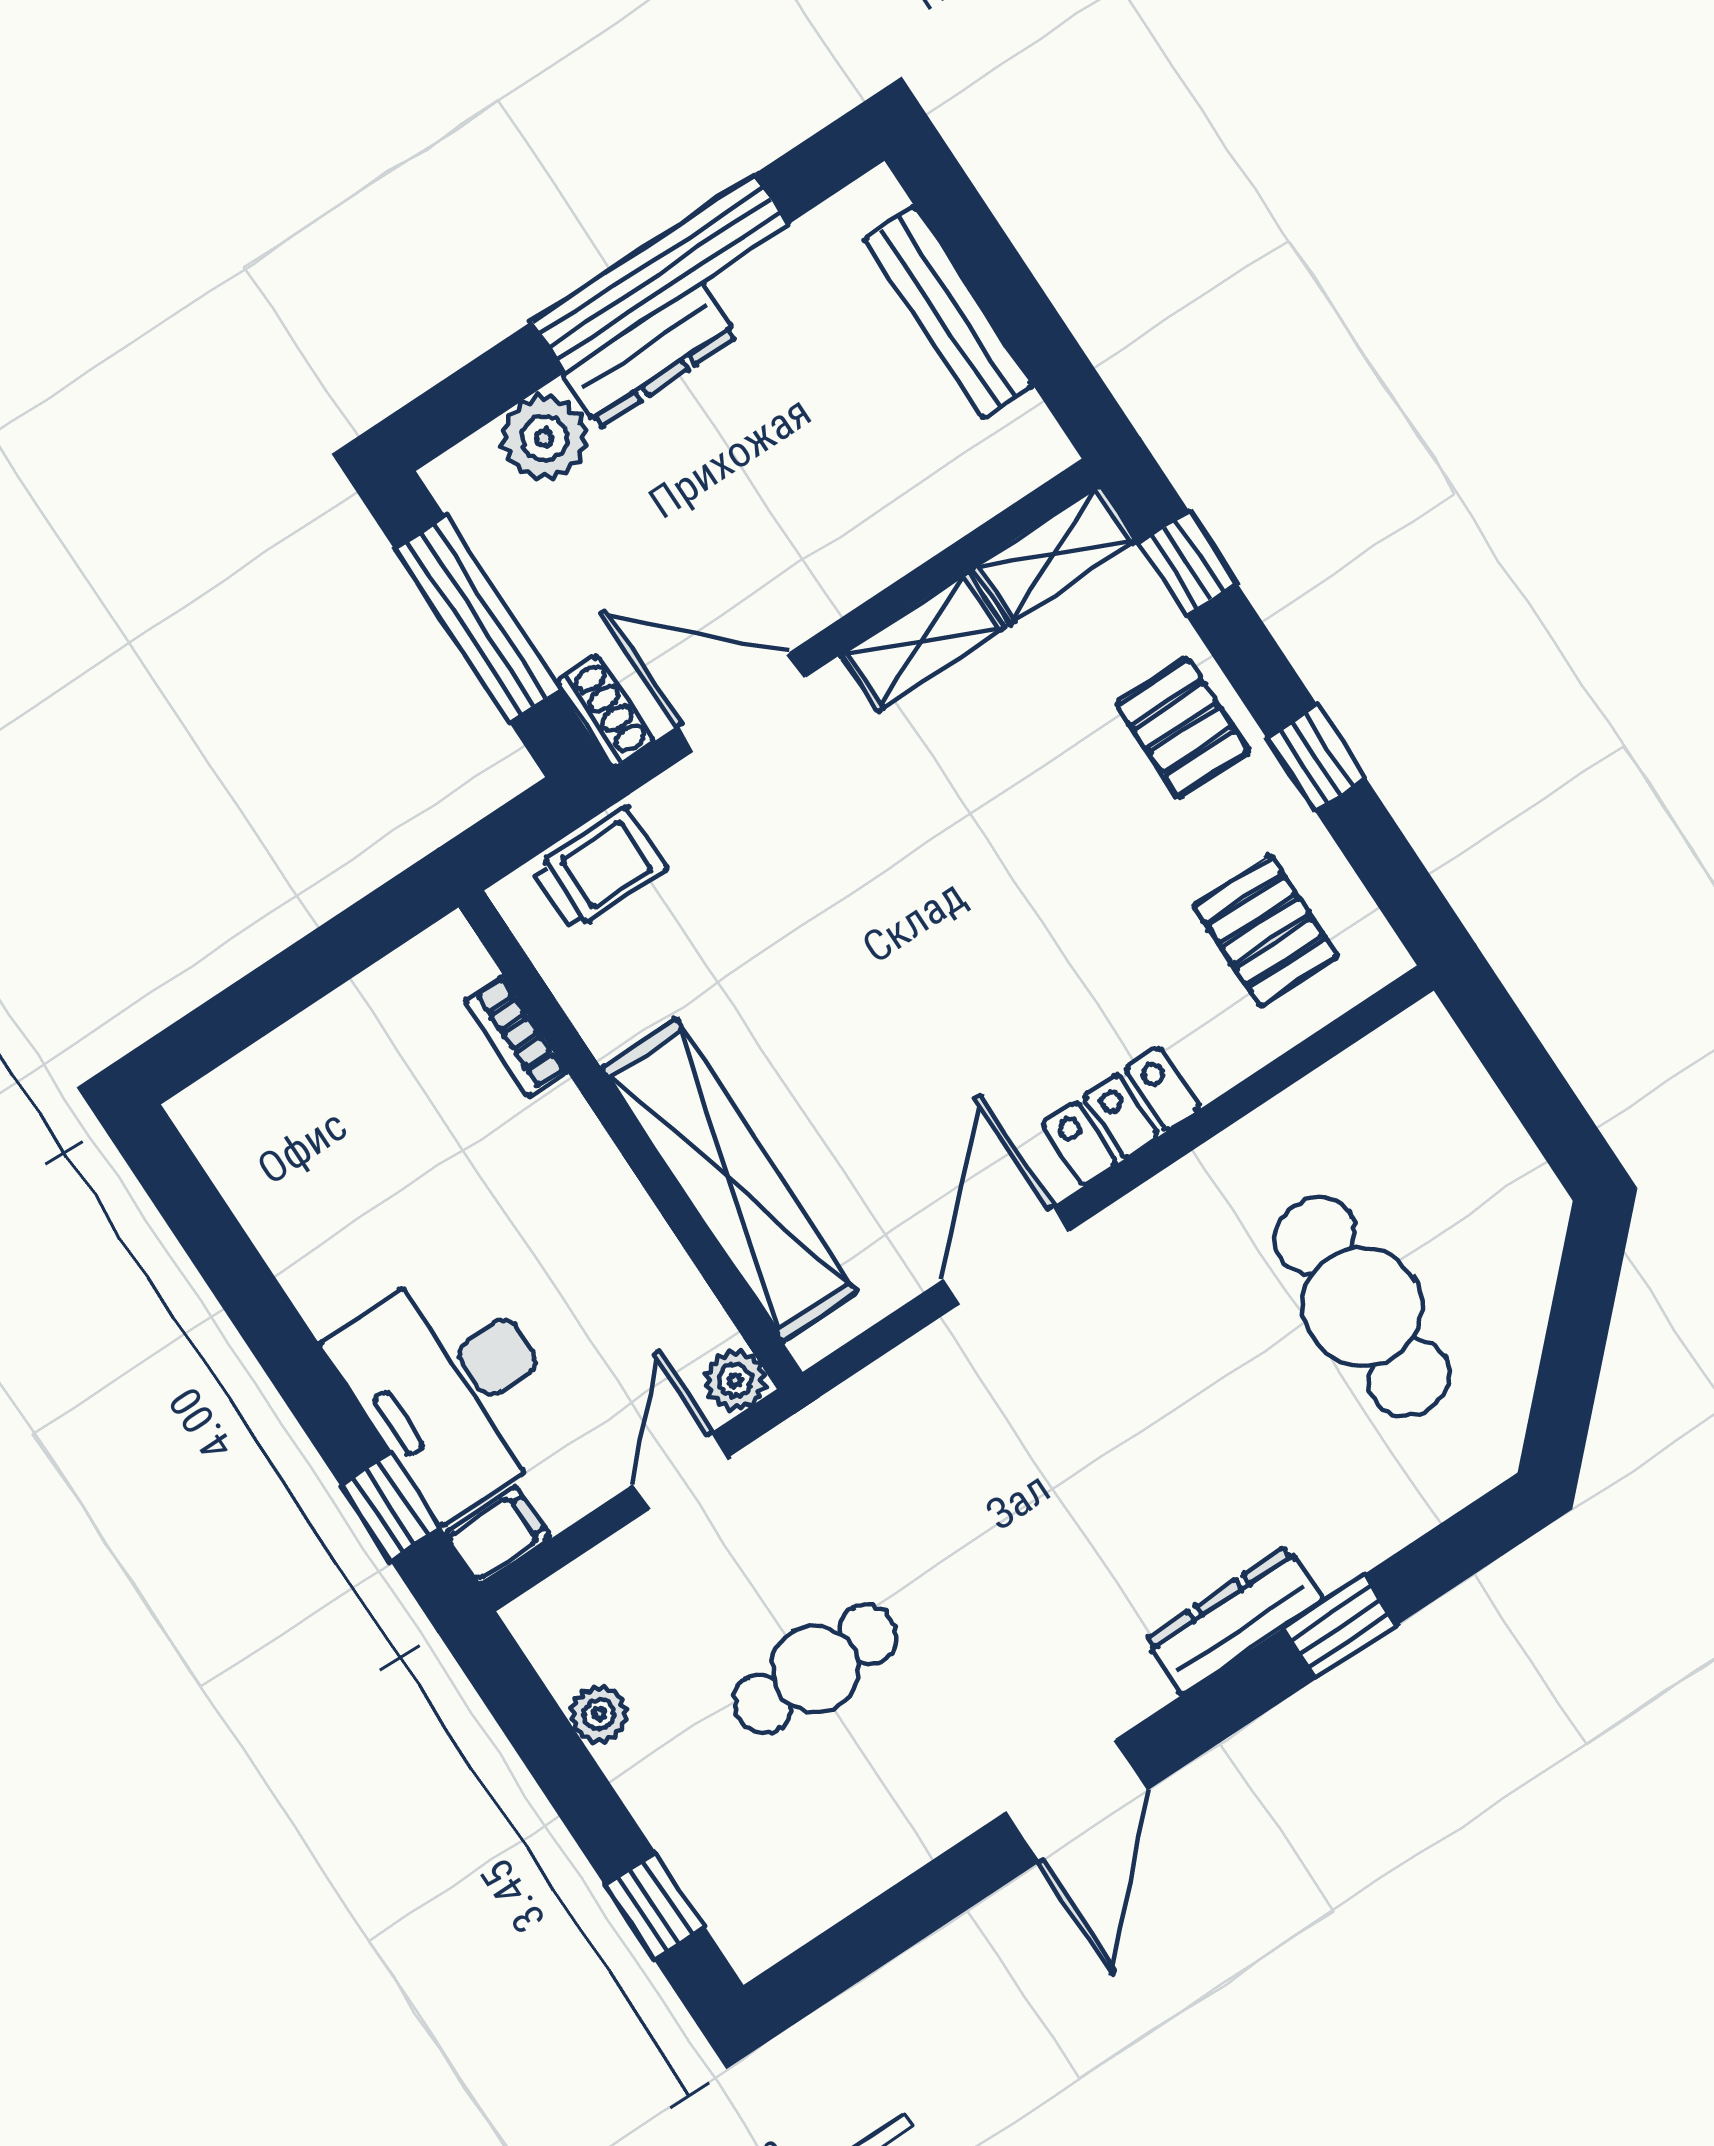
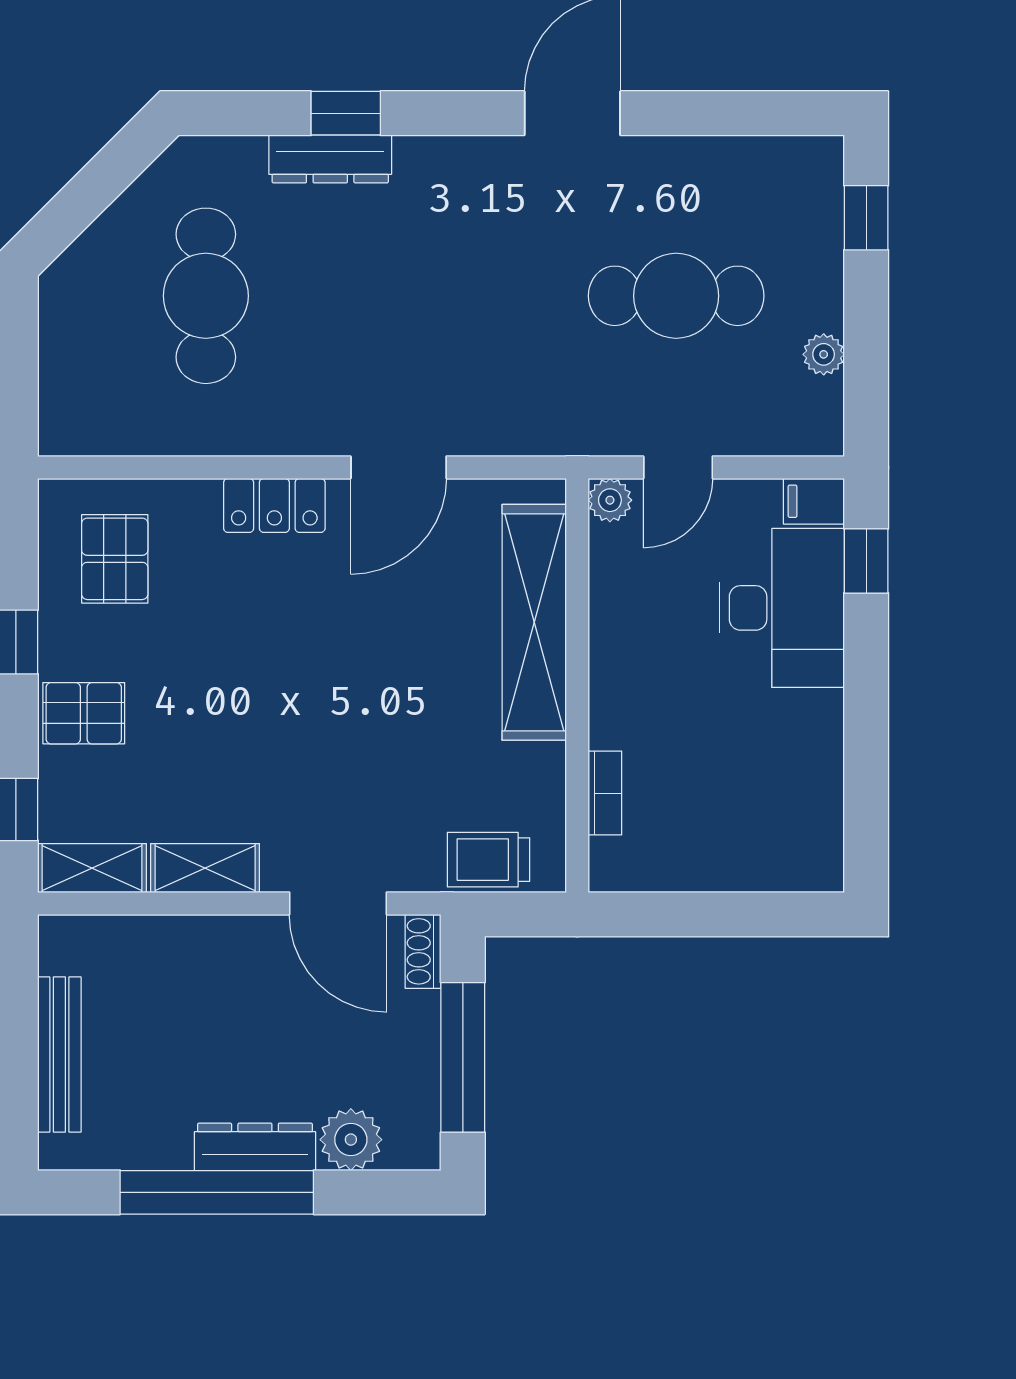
pallet: (1183, 728) -> (84, 713), turned 90
dresser: (1234, 1620) -> (330, 159), moved
cafe table: (815, 1669) -> (676, 296), width x1.37, depth x1.35

